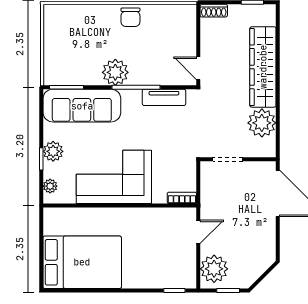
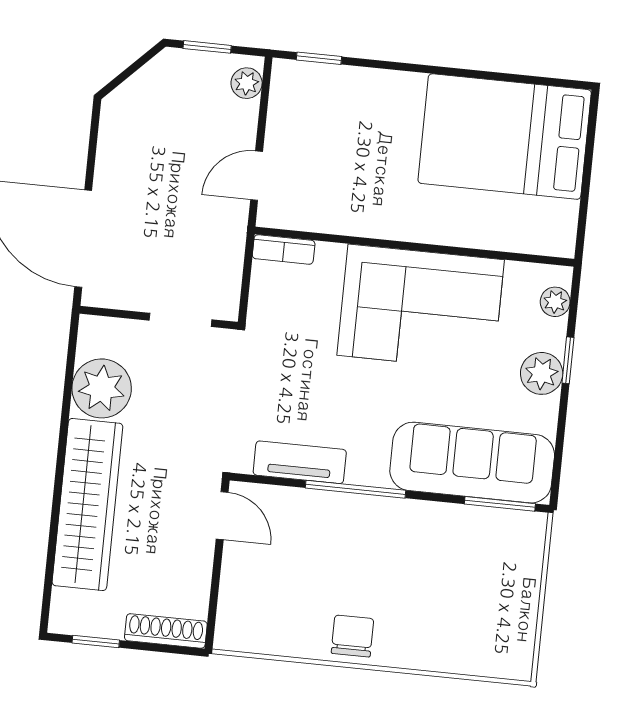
shoe rack: (214, 11) -> (166, 631), width x1.43
plant: (115, 72) -> (396, 525), removed
plant: (214, 269) -> (247, 83), width x0.53, depth x0.53

